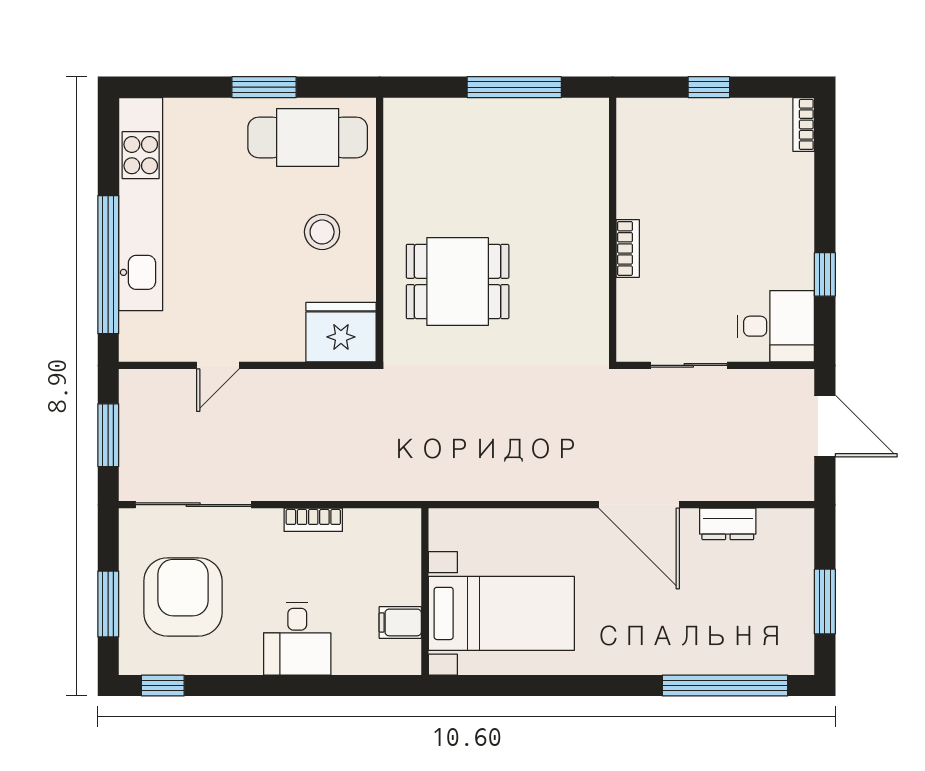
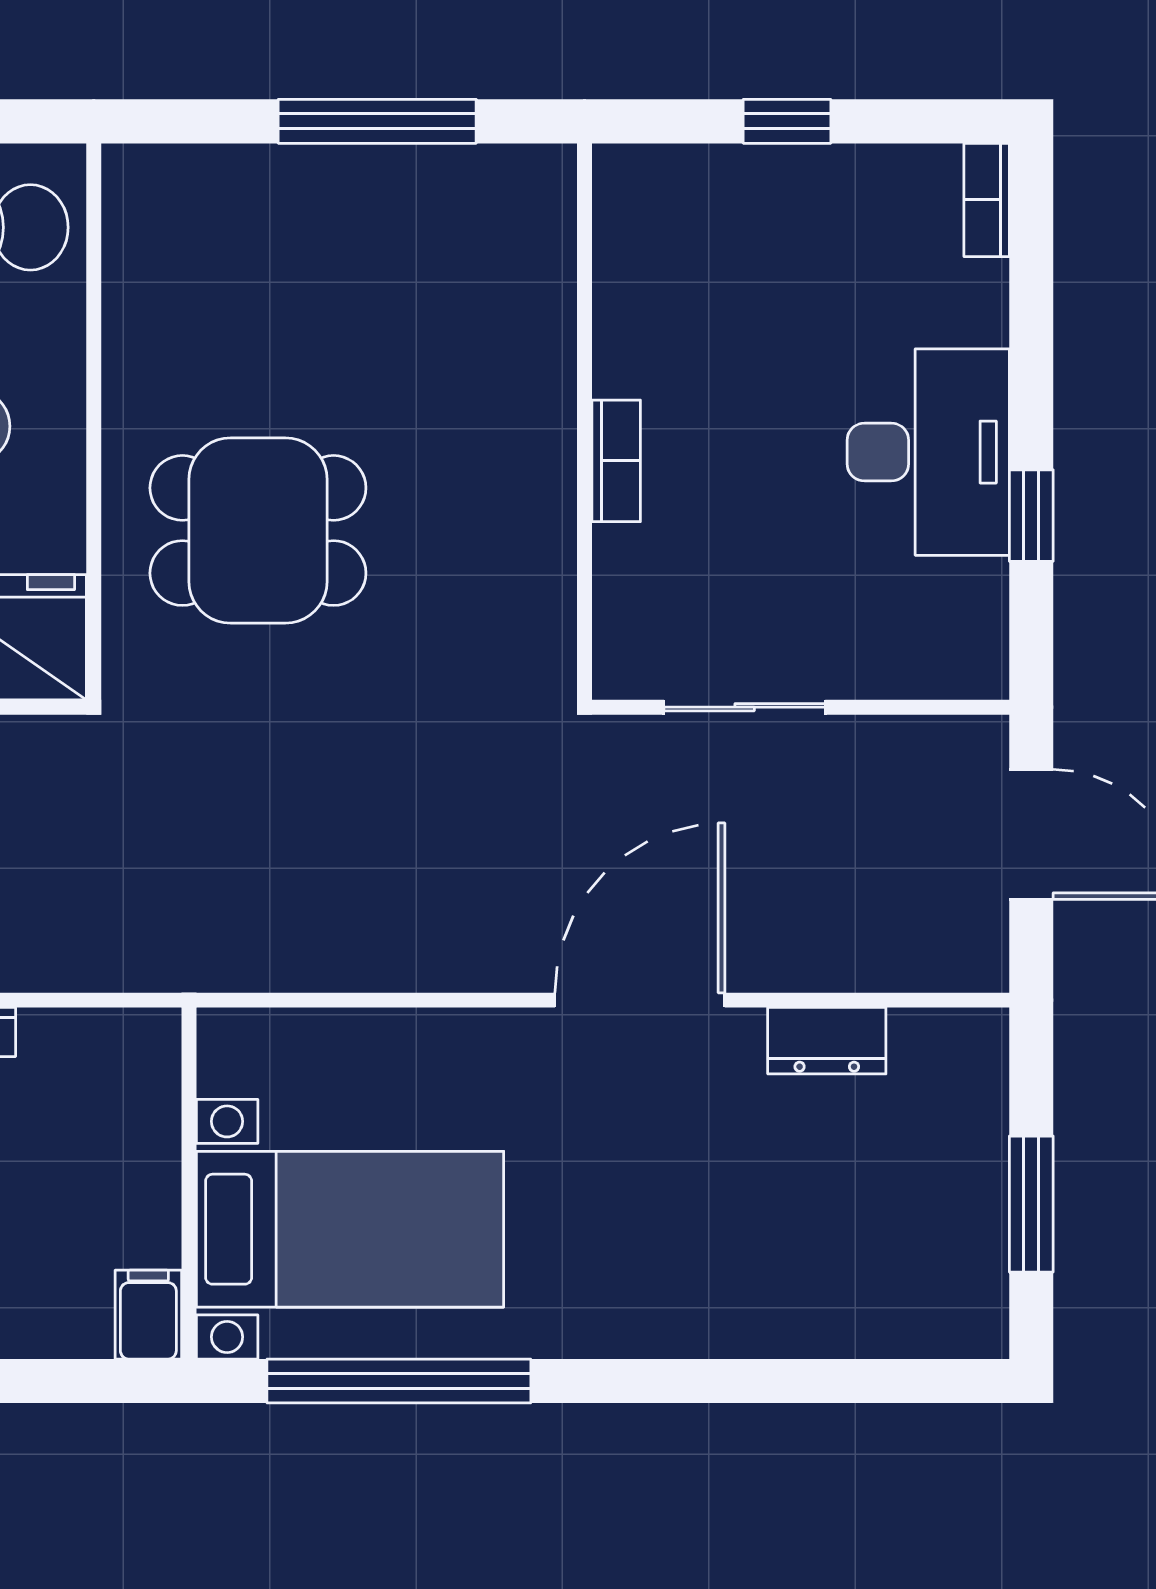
desk: (776, 326) -> (928, 452), moved, width x1.37
door: (639, 505) -> (640, 1000), swing flipped
filing cabinet: (400, 622) -> (148, 1315), moved, turned 90
window: (725, 686) -> (399, 1381), moved

